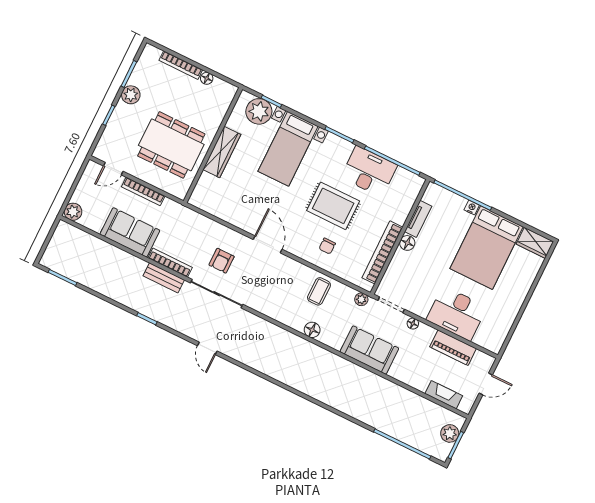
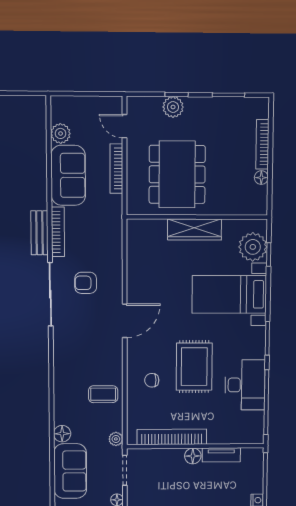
plant: (131, 95) -> (173, 107), moved
plant: (73, 212) -> (61, 133), moved
floor lamp: (312, 330) -> (62, 434), moved

